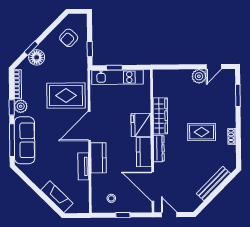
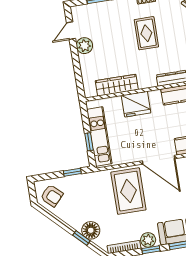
armchair: (69, 38) -> (52, 196), moved
door: (214, 67) -> (71, 31), swing flipped
wardrobe: (160, 116) -> (117, 85), moved
fridge: (141, 125) -> (136, 104), moved

